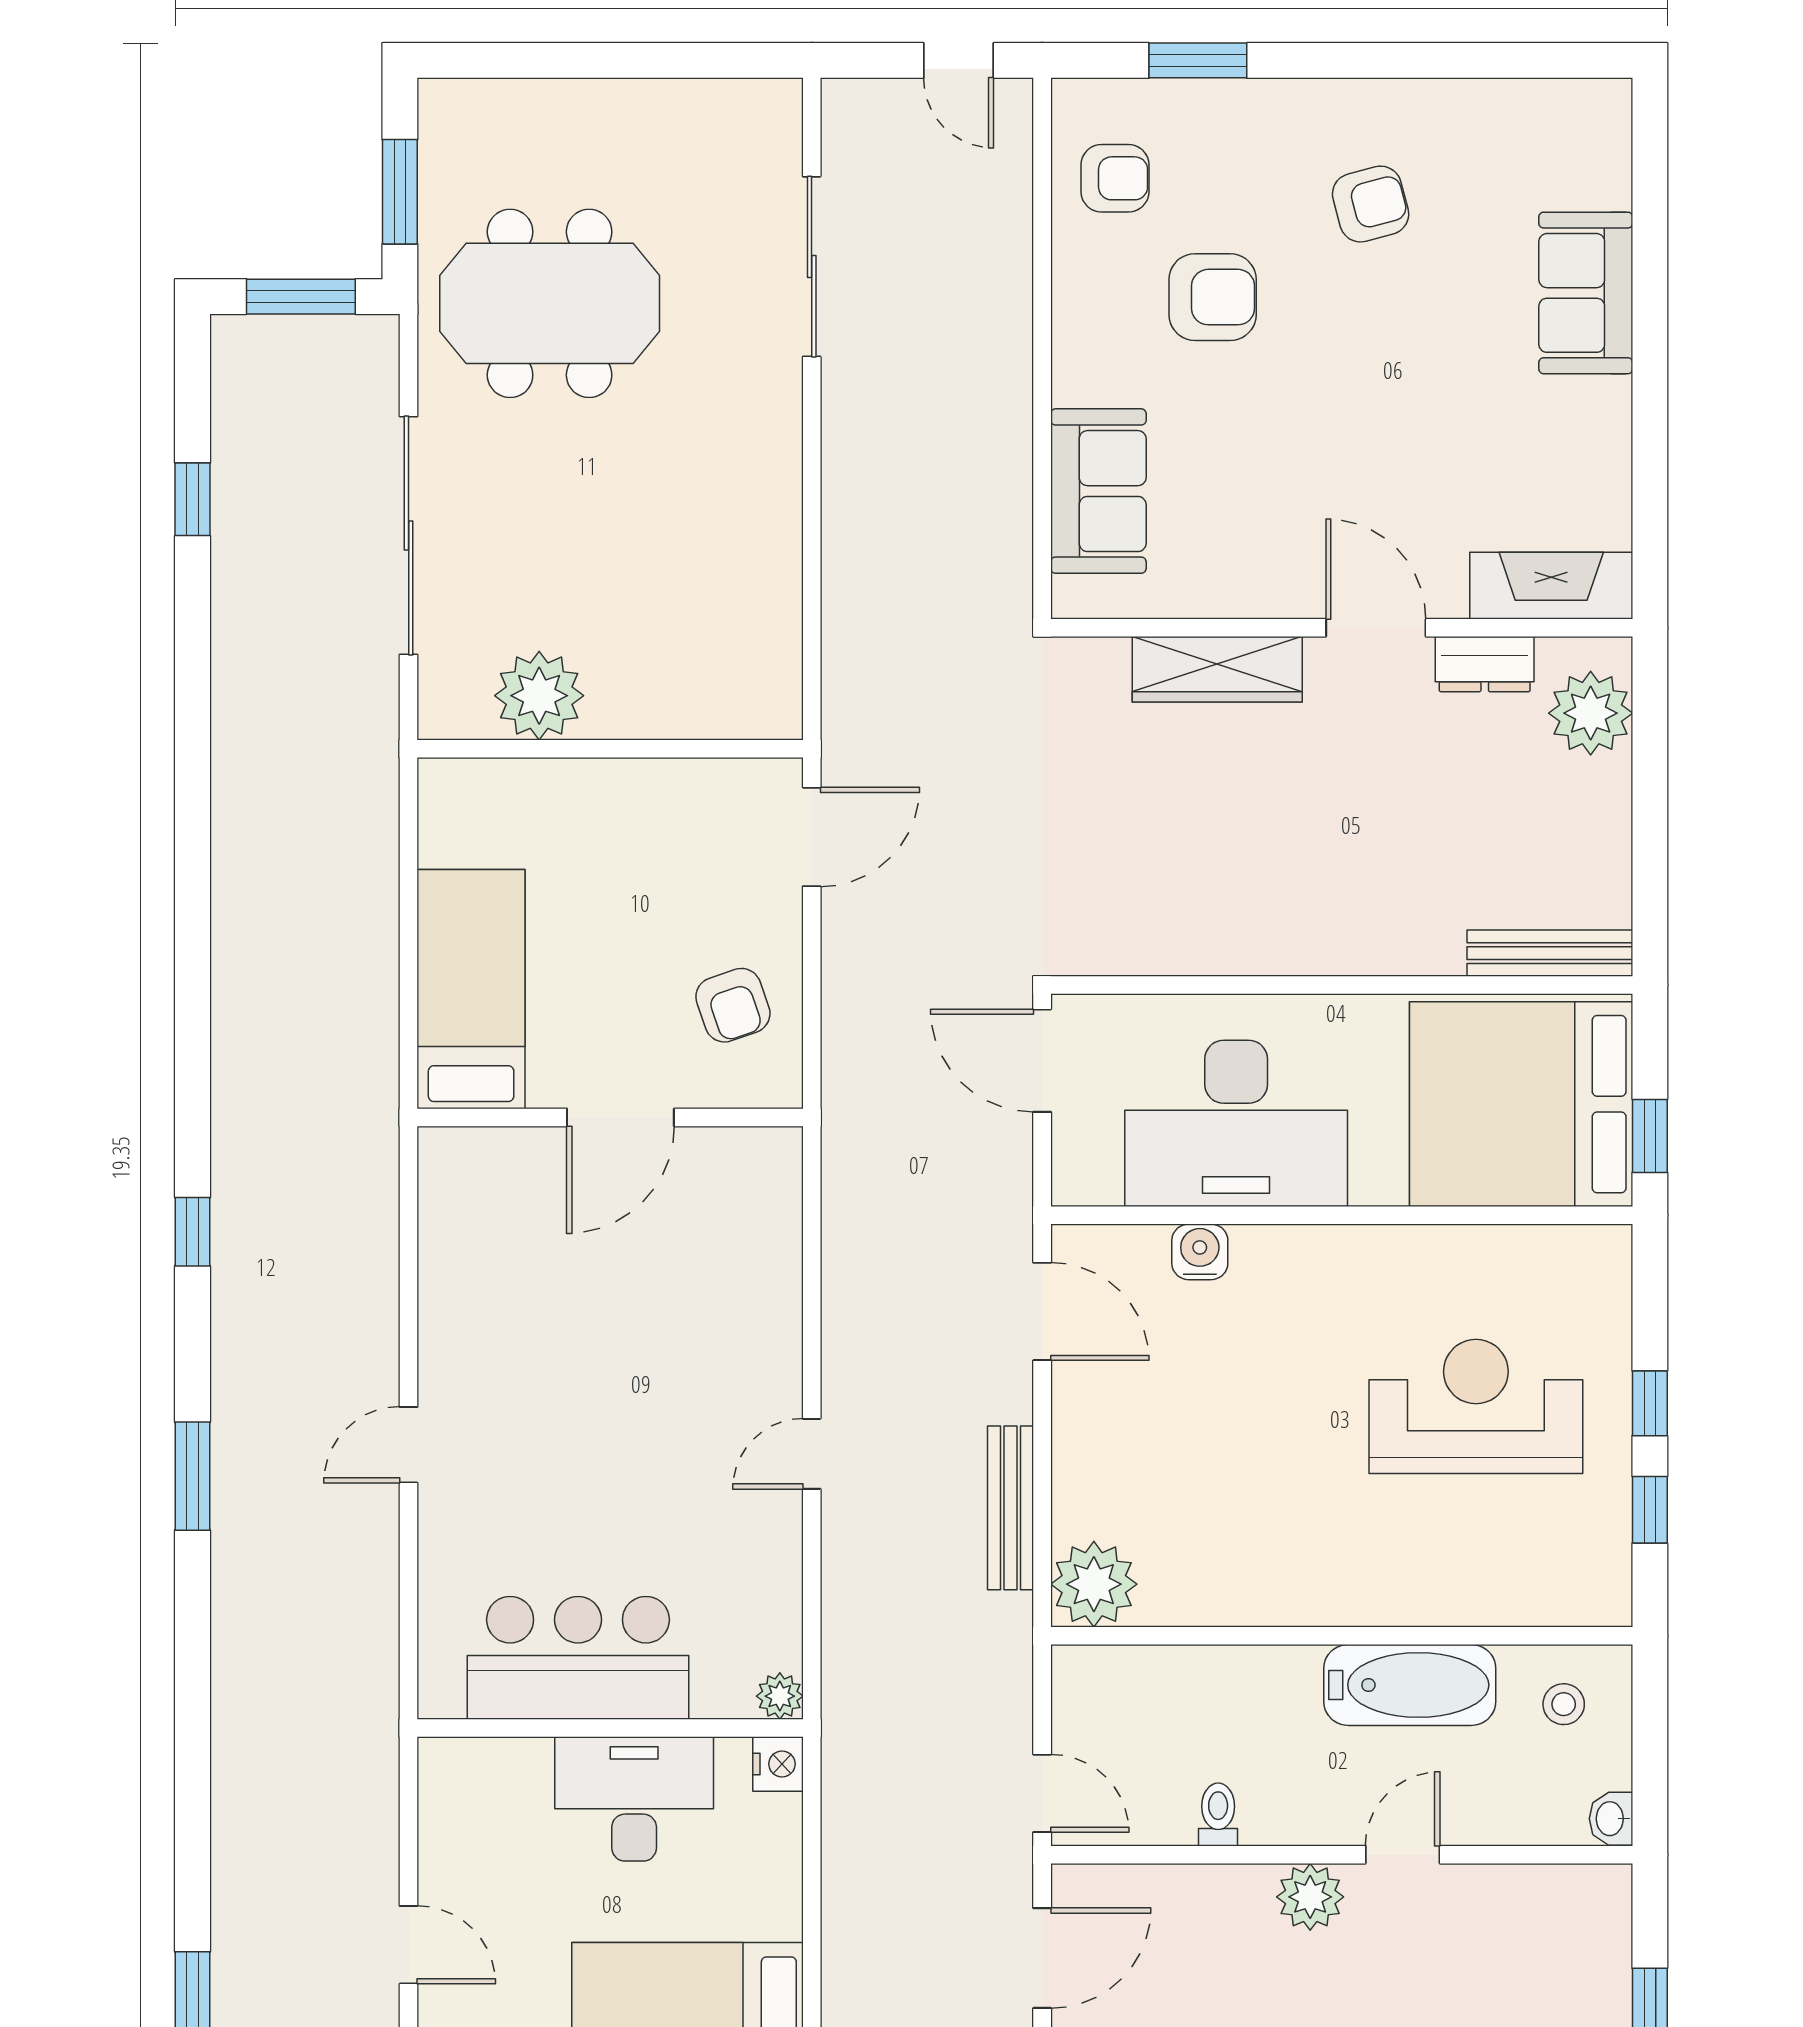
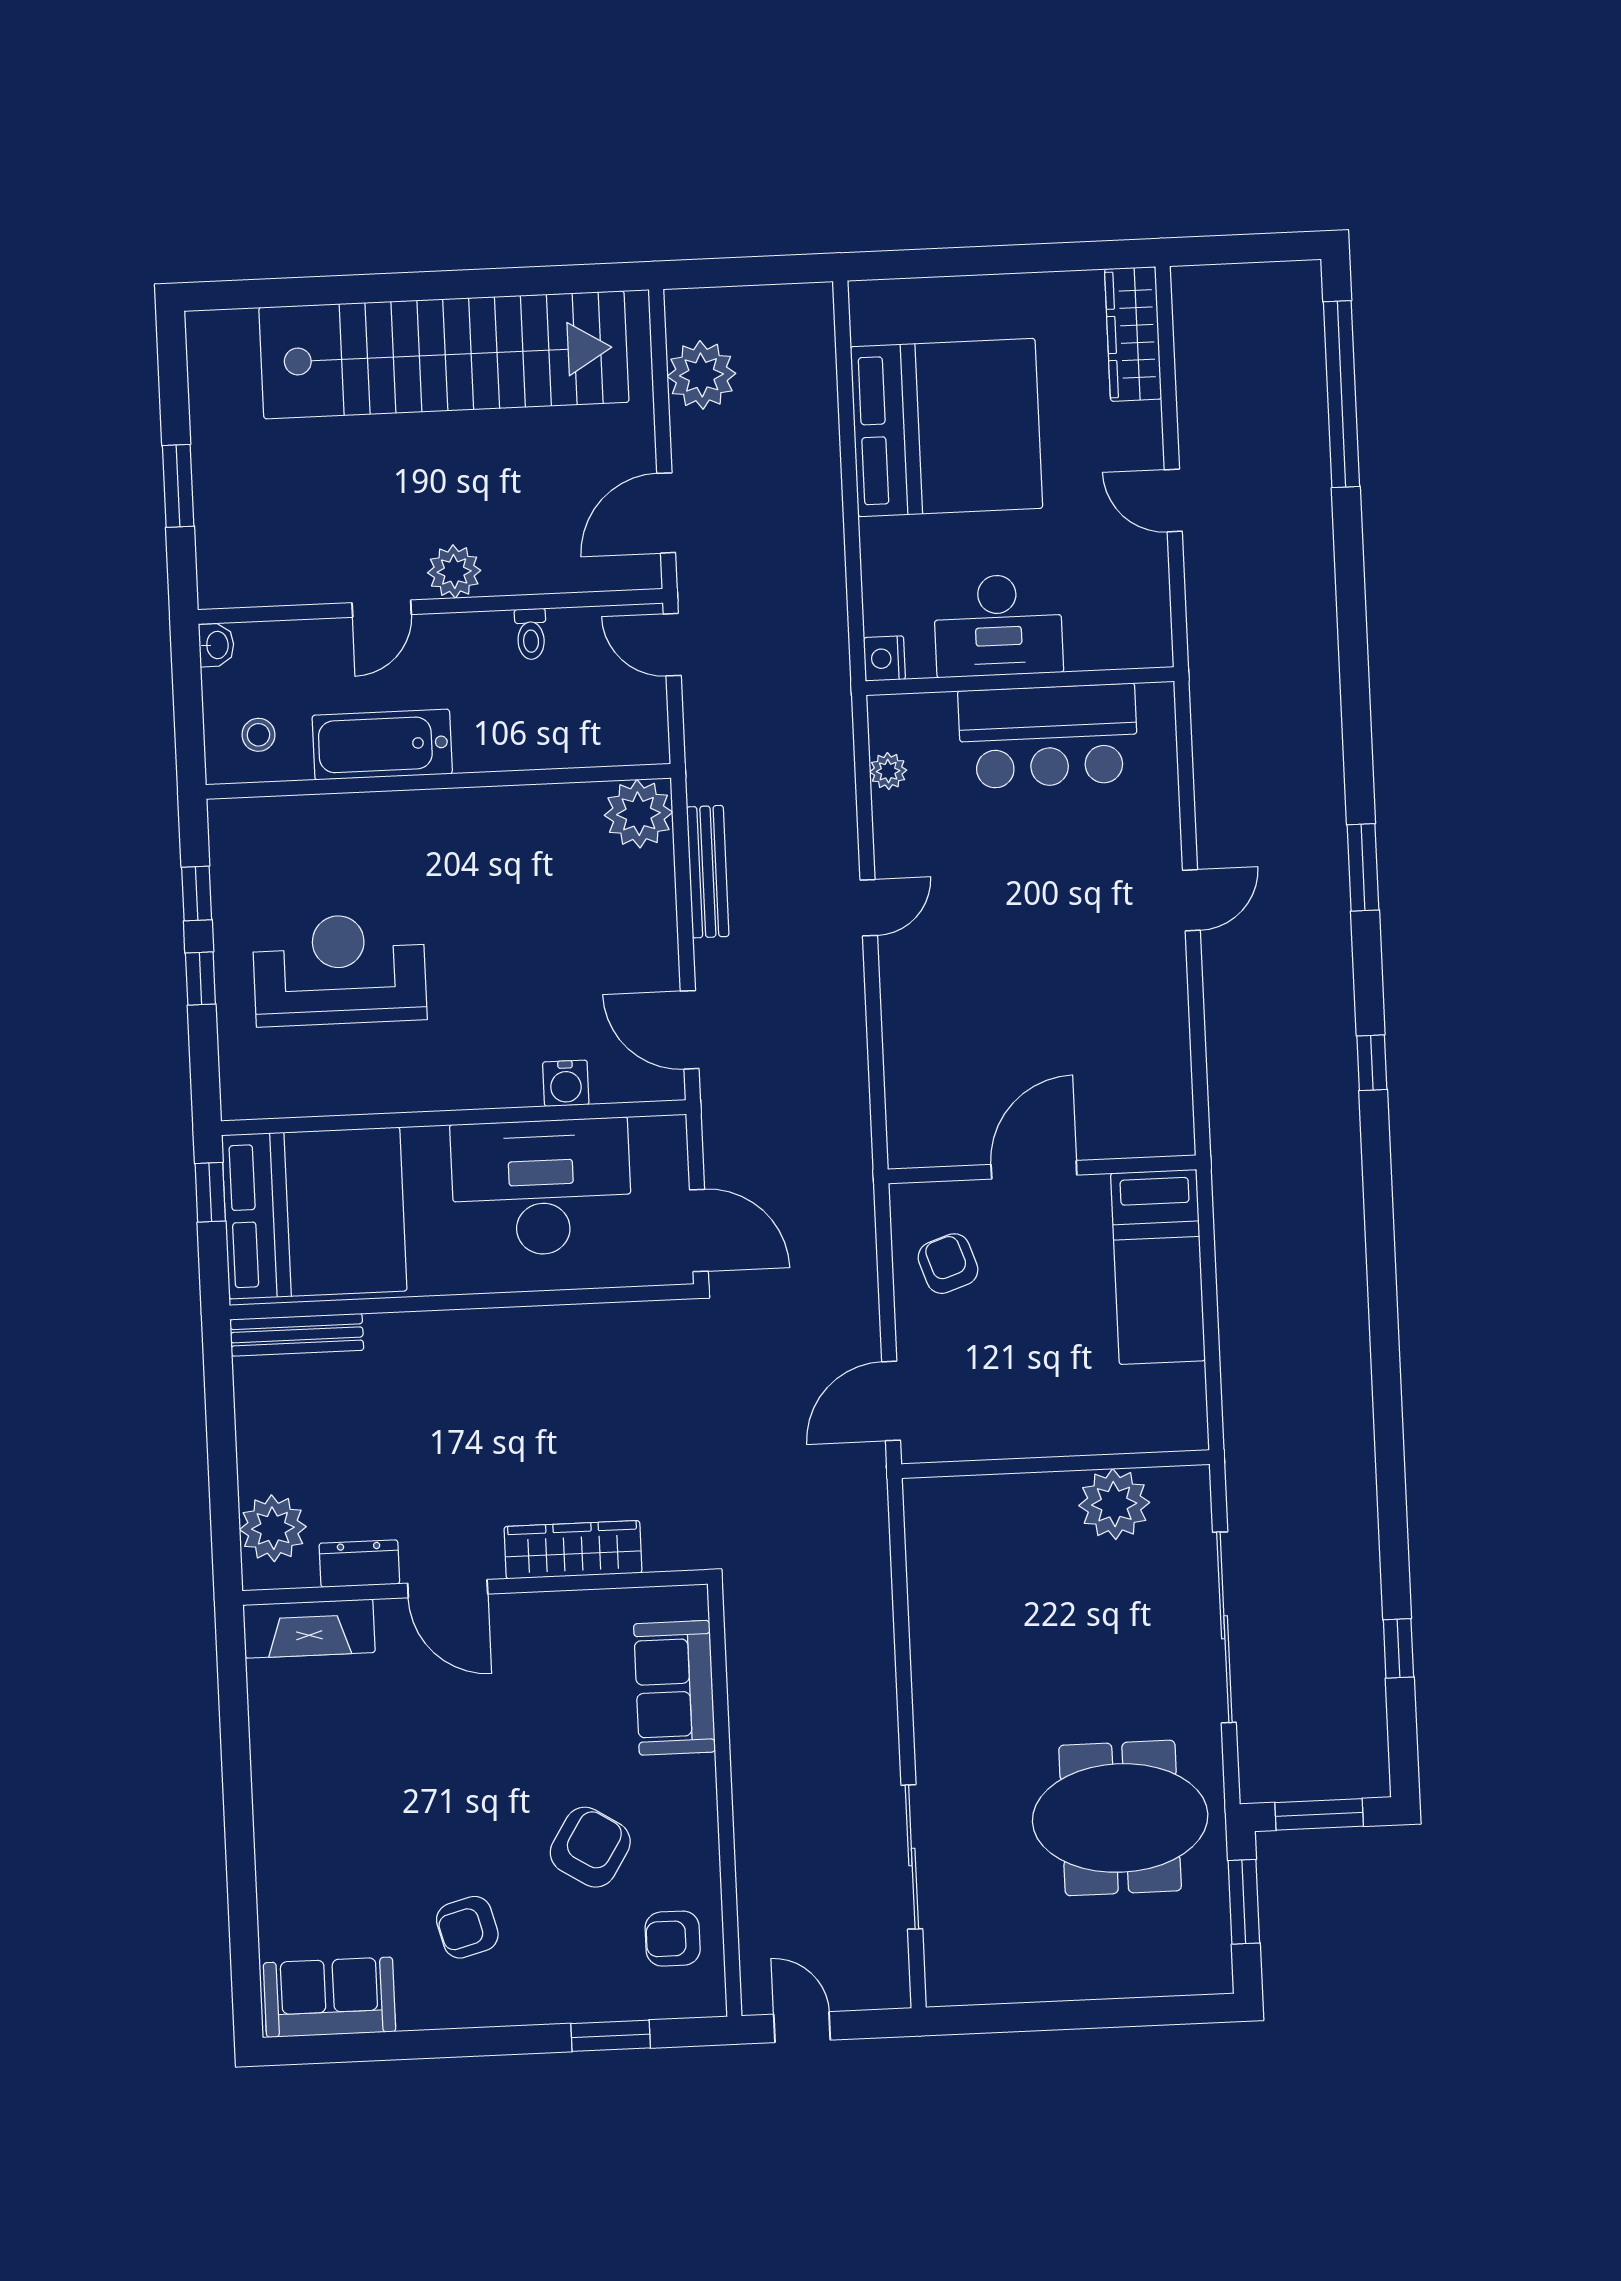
sofa: (1586, 293) -> (329, 1997), moved, turned -90
armchair: (1213, 297) -> (590, 1847), turned 122
reception desk: (1476, 1406) -> (339, 970), turned 180
plant: (780, 1696) -> (888, 771), moved

